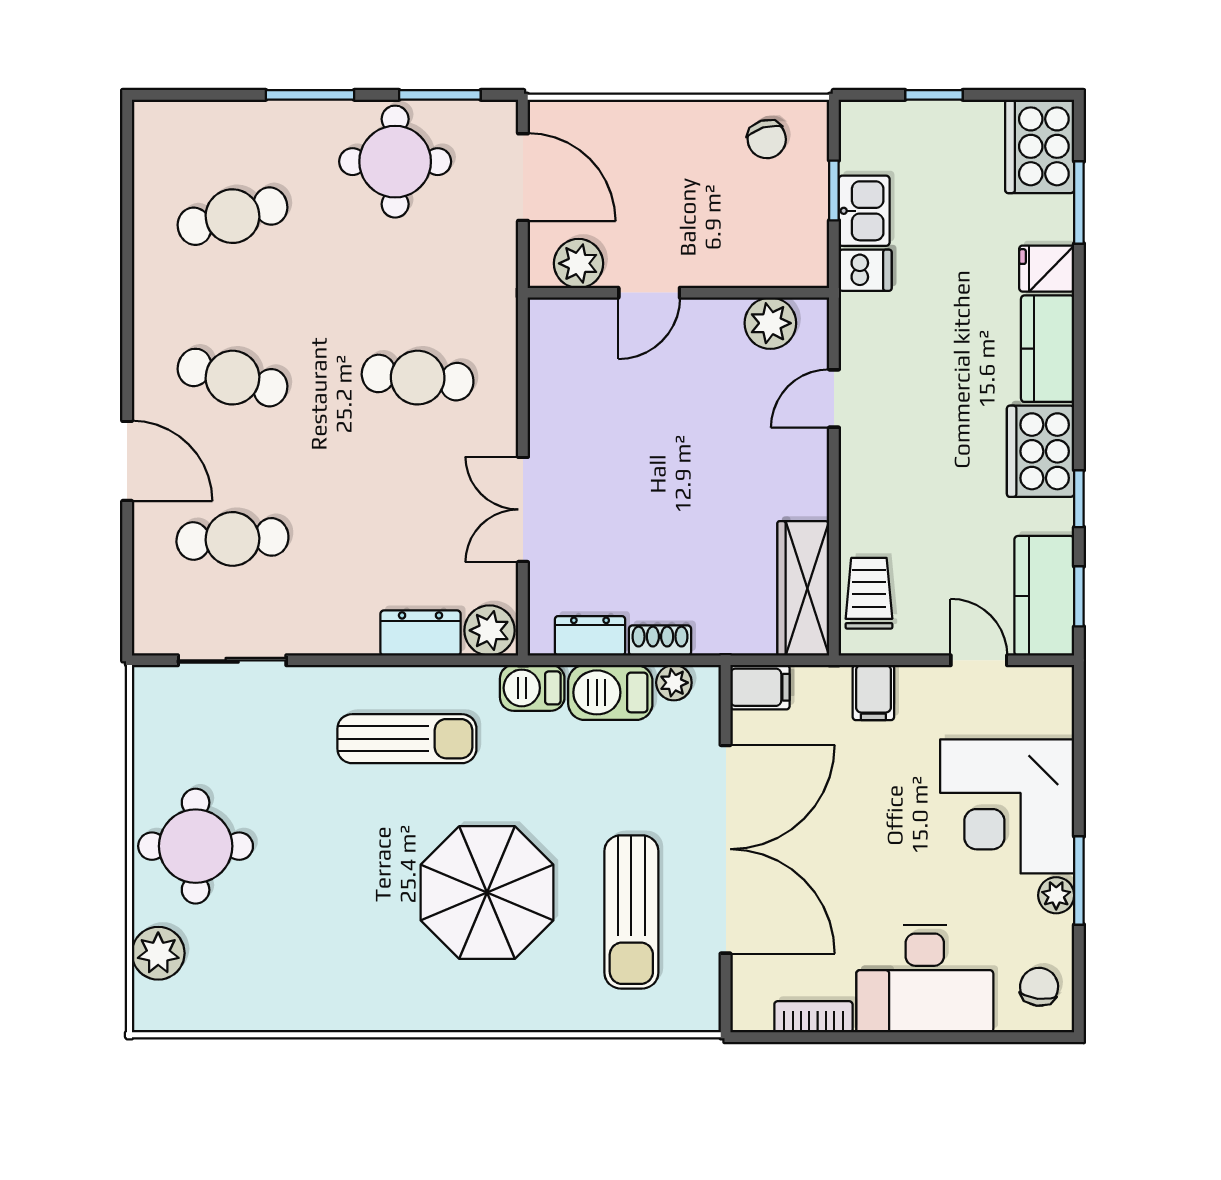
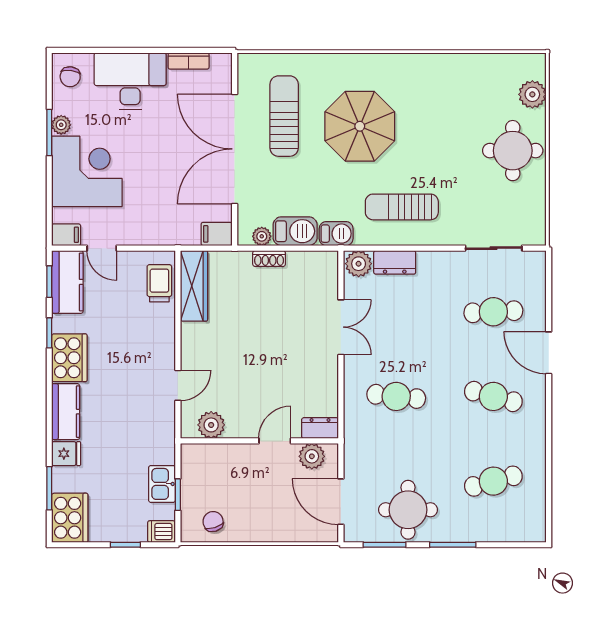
dishwasher: (865, 270) -> (161, 532), moved
trolley: (869, 593) -> (159, 283), turned 180
dresser: (590, 636) -> (320, 428), moved, turned 180
filing cabinet: (873, 693) -> (66, 235), moved, turned 90

